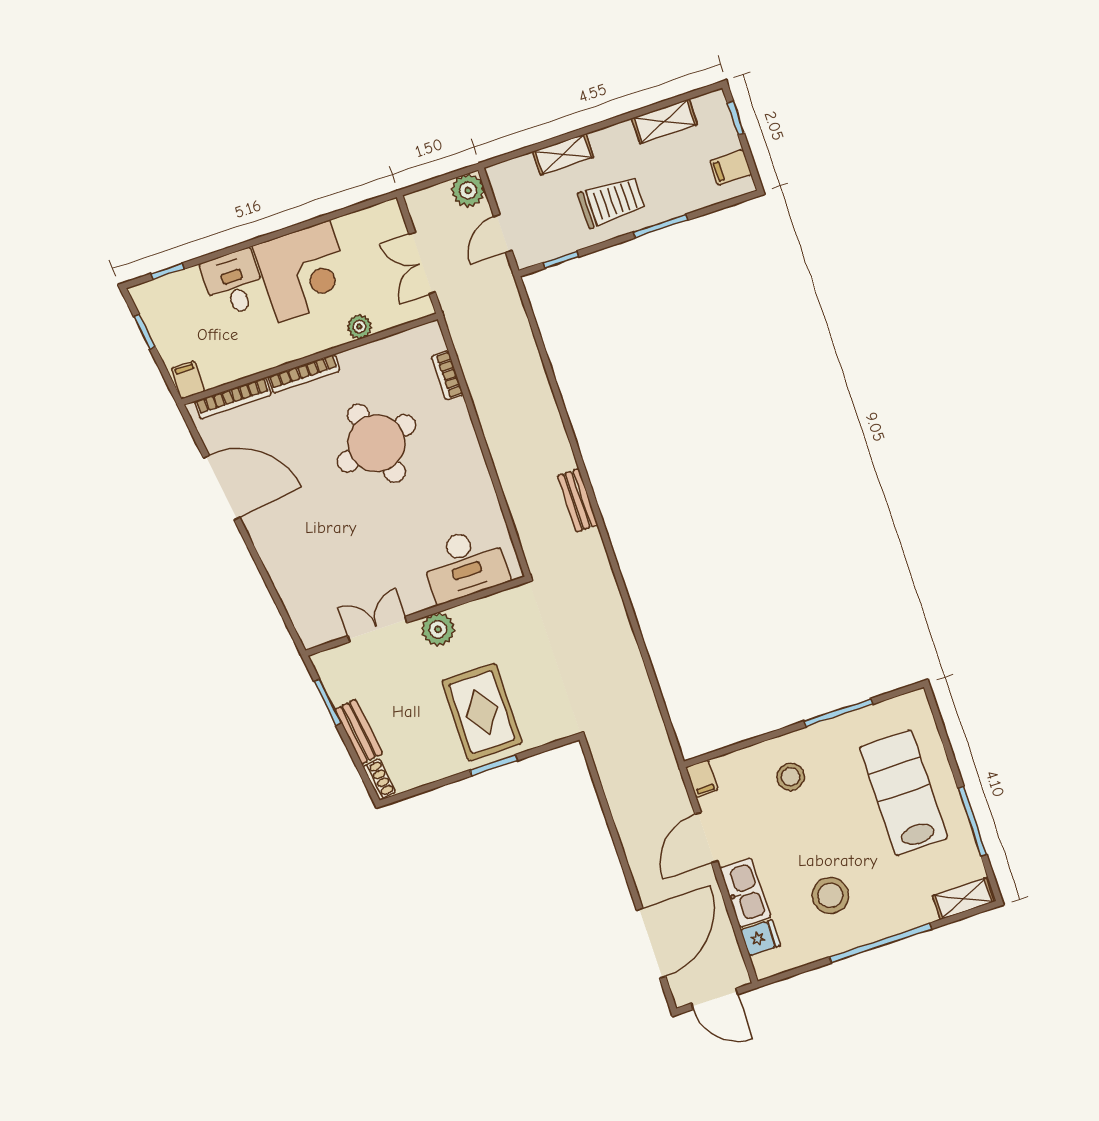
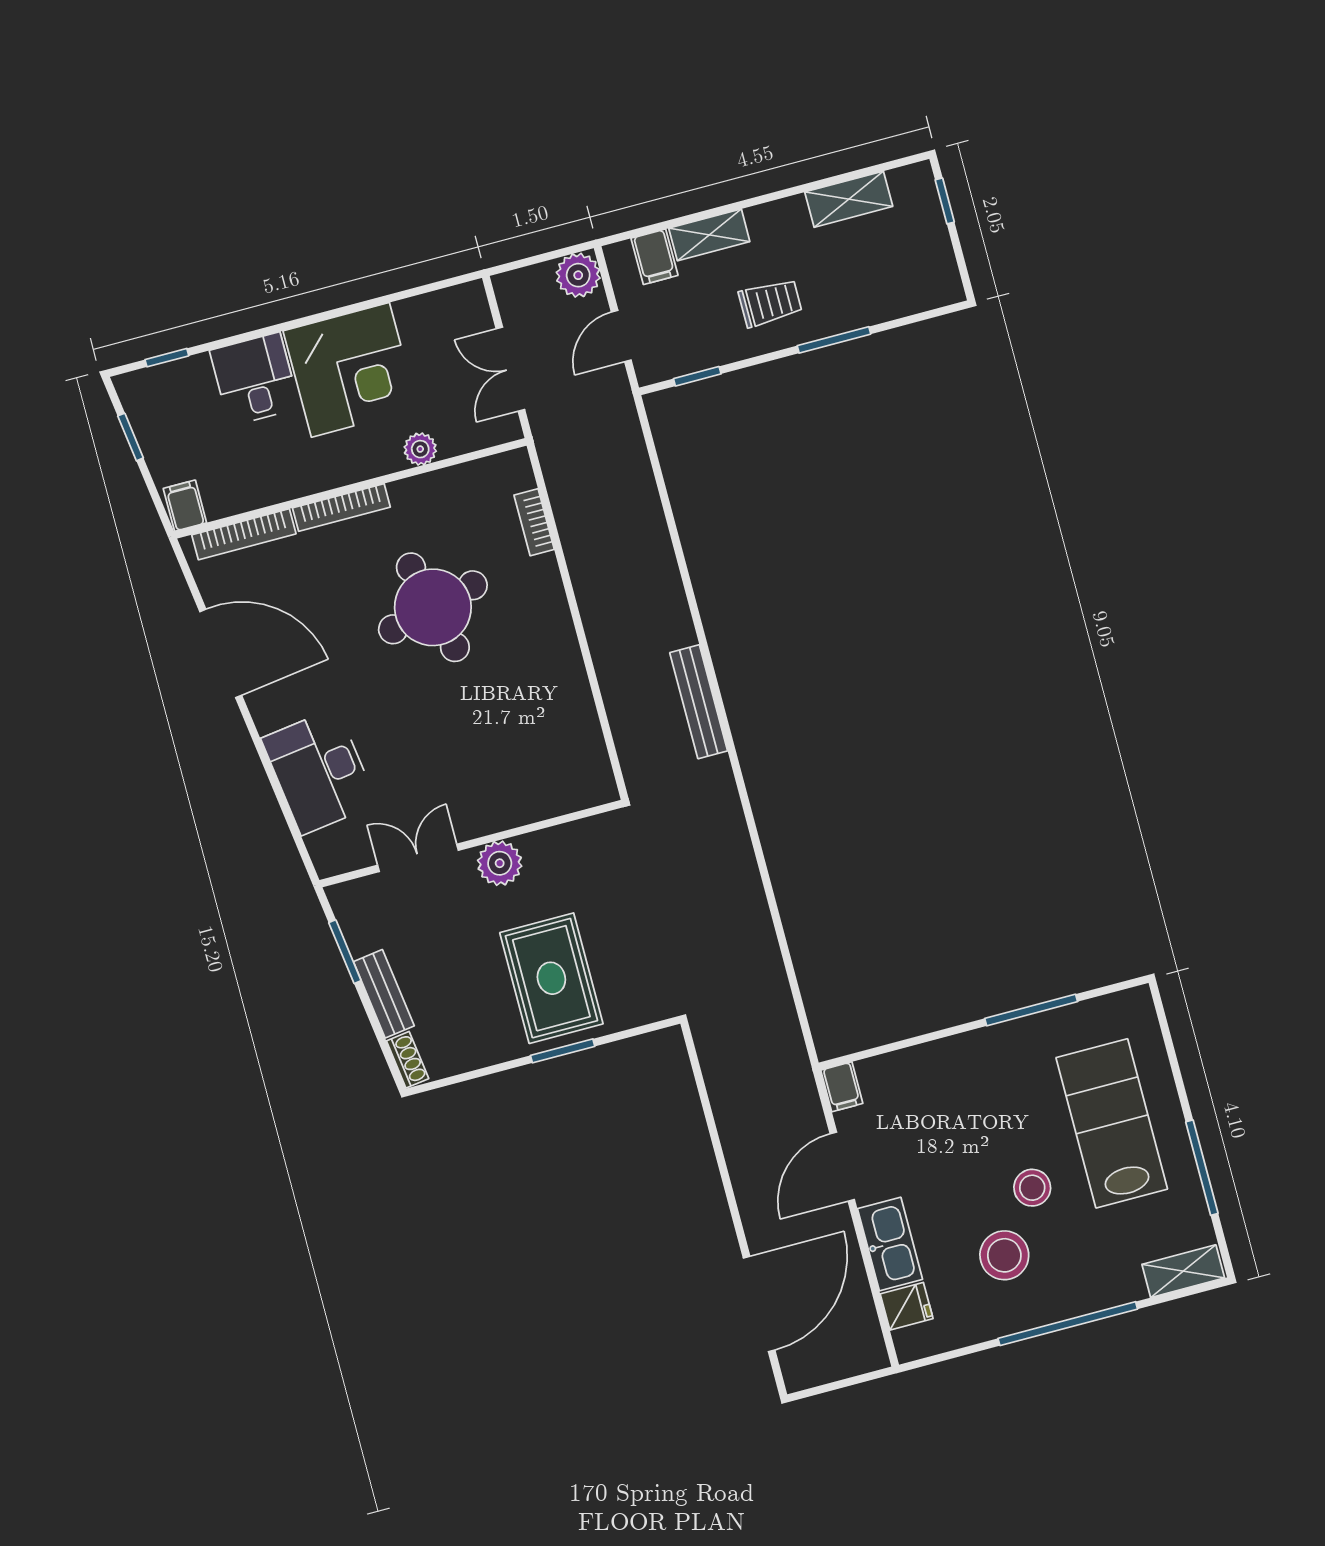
filing cabinet: (731, 168) -> (654, 257), moved, turned -90
trolley: (611, 202) -> (770, 303), width x0.73, depth x0.72
bench: (578, 500) -> (699, 702), width x1.36
desk: (465, 564) -> (319, 771), moved, turned 82
stool: (791, 777) -> (1032, 1188), moved
door: (714, 999) -> (839, 1384), removed

